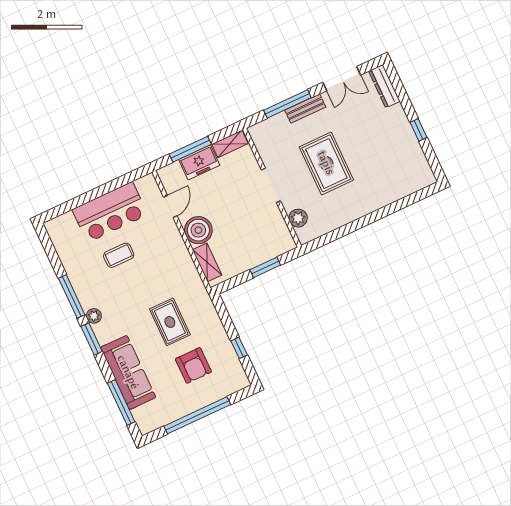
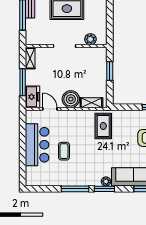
freezer: (199, 162) -> (33, 97), moved
plant: (94, 316) -> (106, 181), moved
rug: (170, 322) -> (103, 126), moved, turned 90

